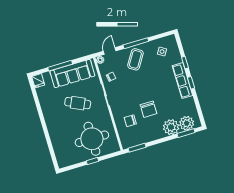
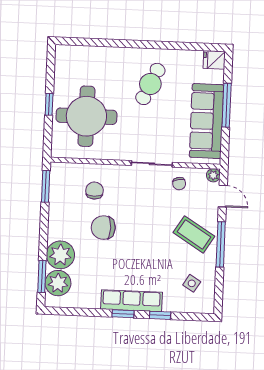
cafe table: (78, 103) -> (150, 84), moved

